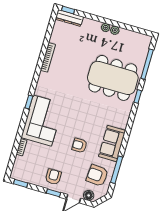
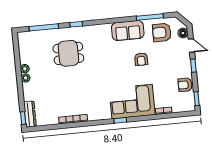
dining table: (113, 78) -> (68, 53), width x0.53, depth x0.80
armchair: (97, 175) -> (162, 32), turned 86
armchair: (53, 177) -> (185, 85), moved

